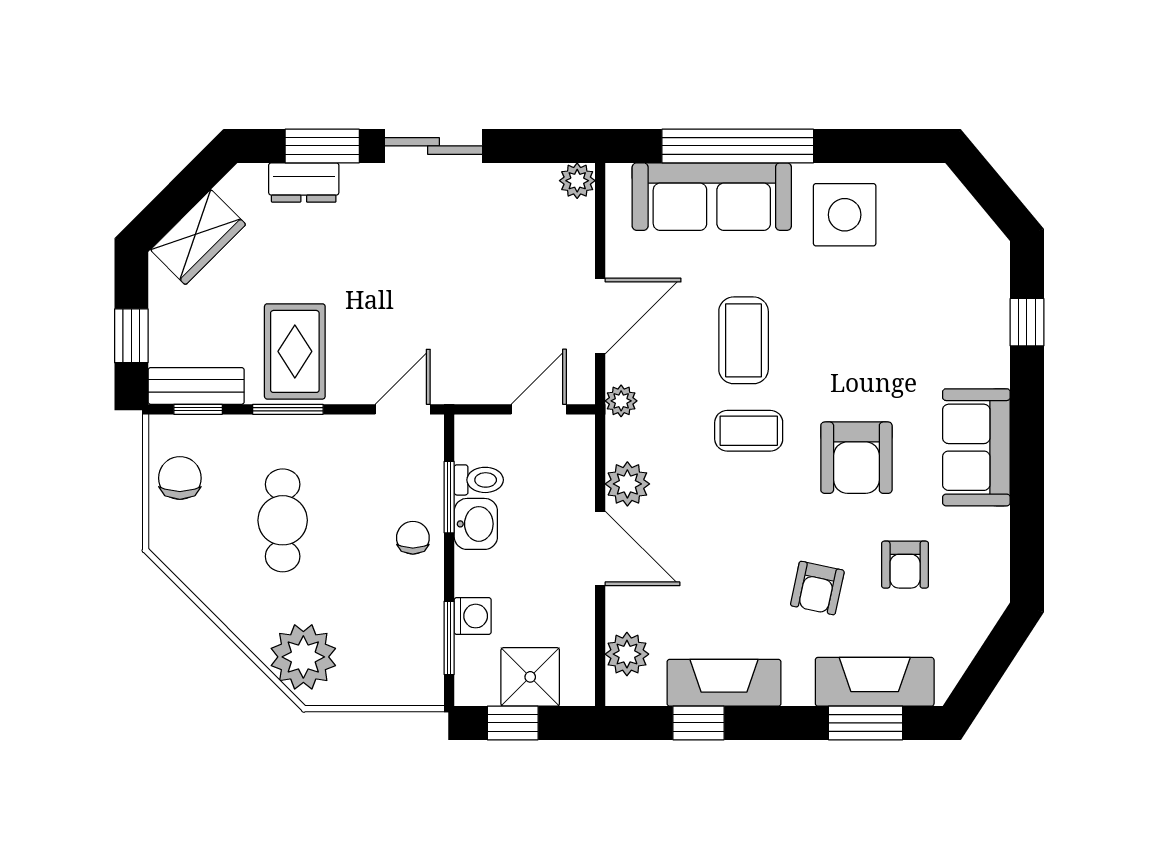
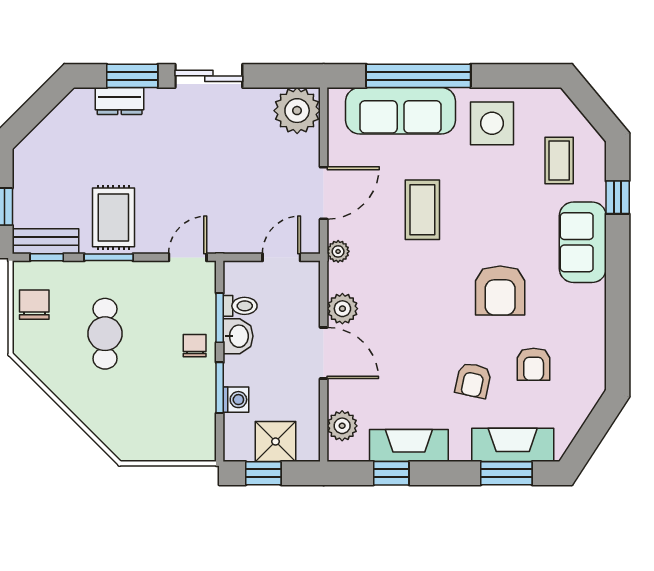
plant: (577, 181) -> (297, 111), width x1.88, depth x1.88
wardrobe: (198, 237) -> (47, 139), removed
coffee table: (749, 431) -> (559, 161), moved, turned 90
sofa: (976, 447) -> (583, 242), moved
window: (449, 638) -> (220, 388), moved
plant: (303, 657) -> (119, 428), removed

